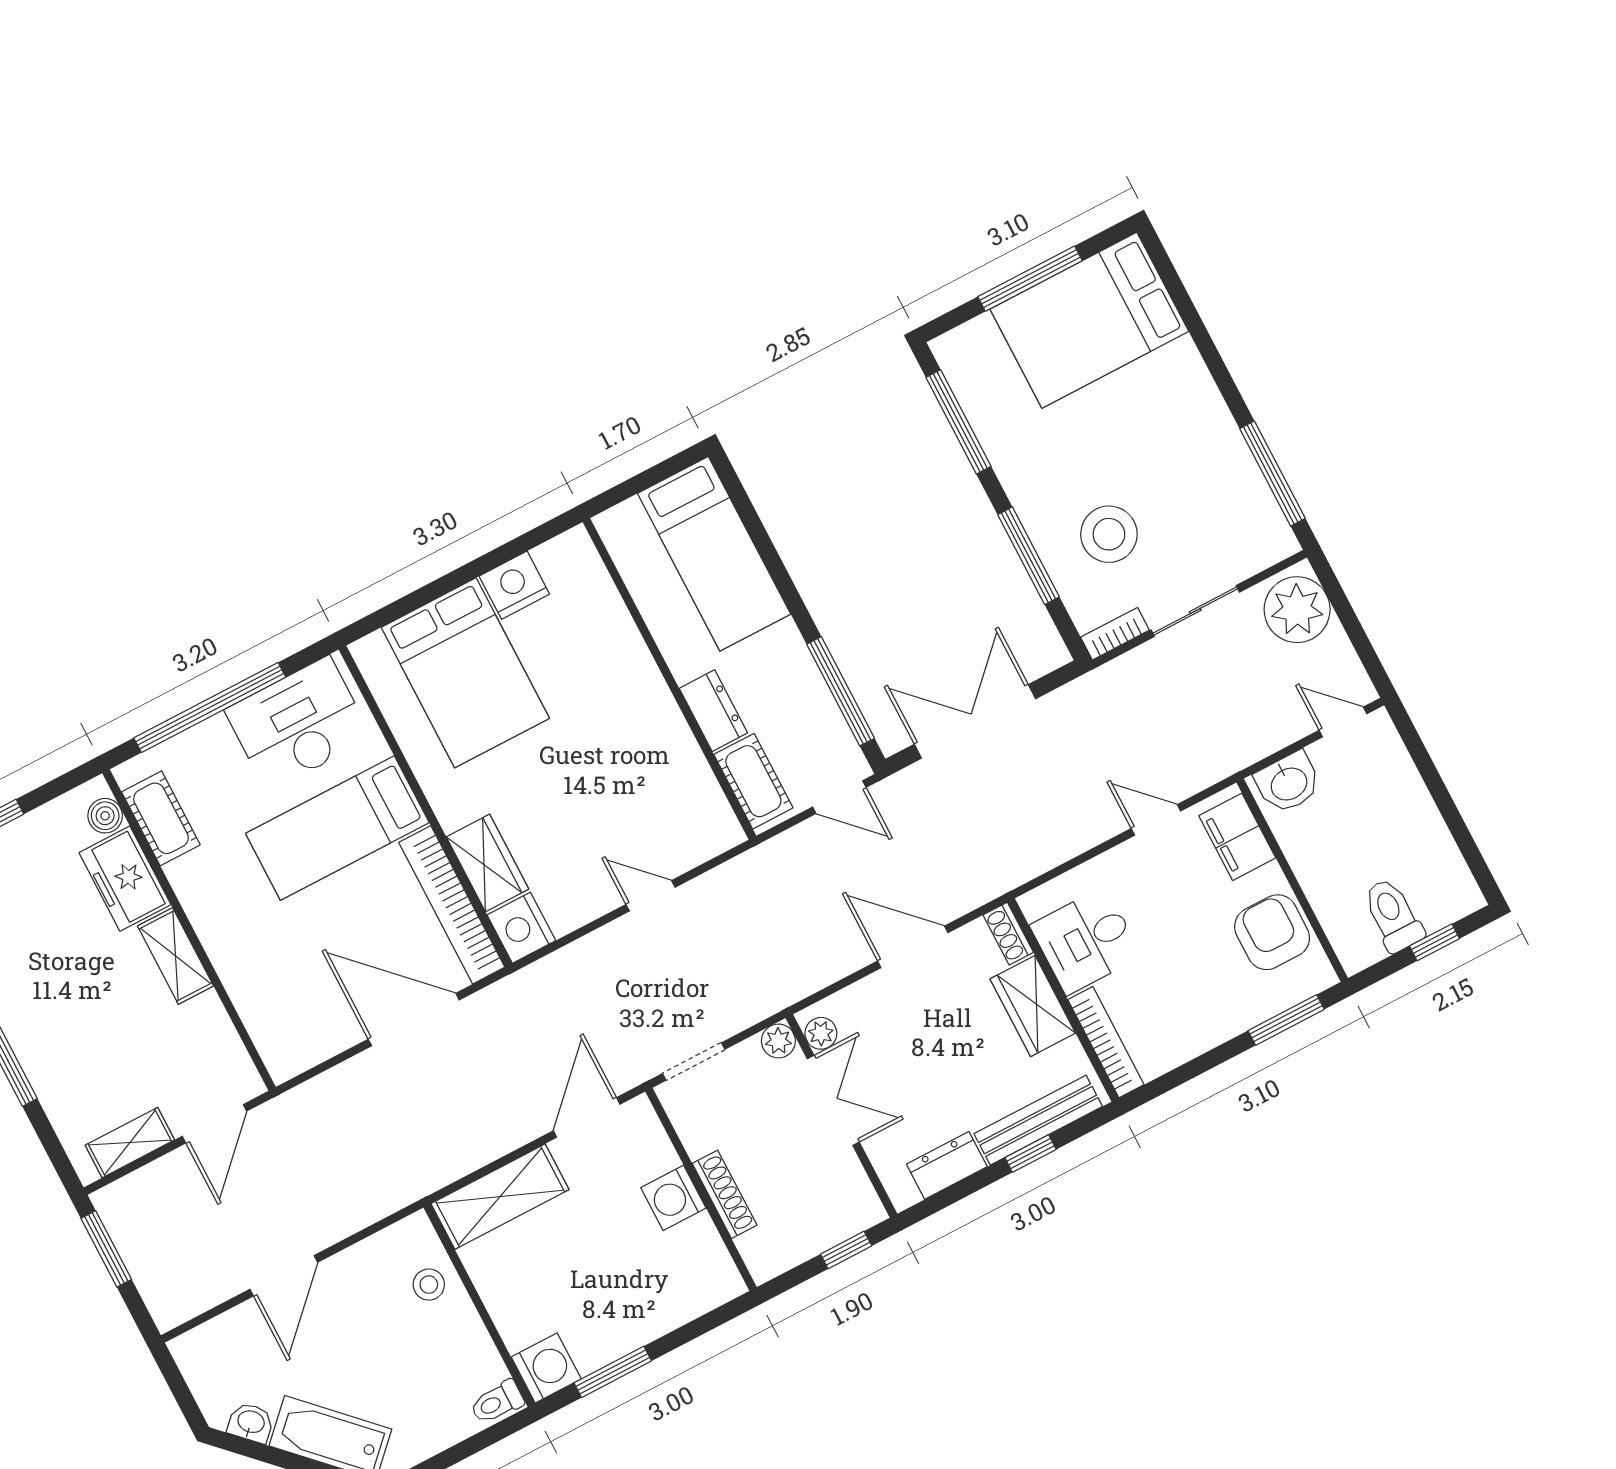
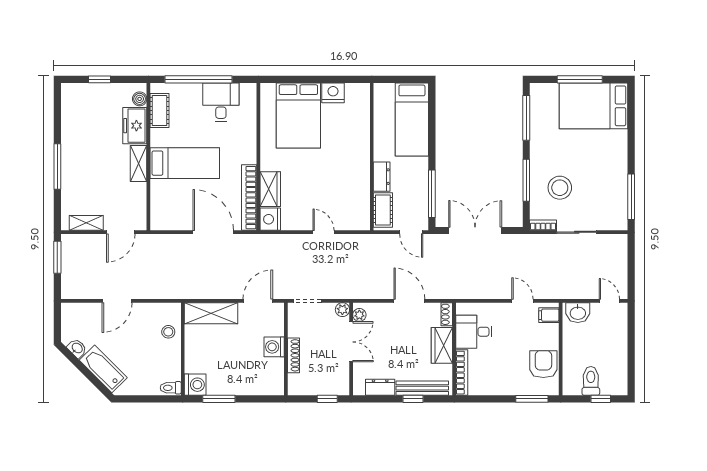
plant: (1297, 610) -> (614, 251), removed
desk: (298, 724) -> (221, 102), width x0.73
bed: (337, 828) -> (185, 163), moved, turned 180
filing cabinet: (1237, 837) -> (549, 315), width x0.50

